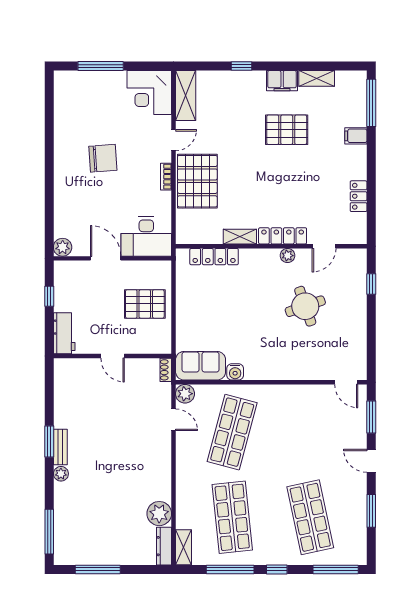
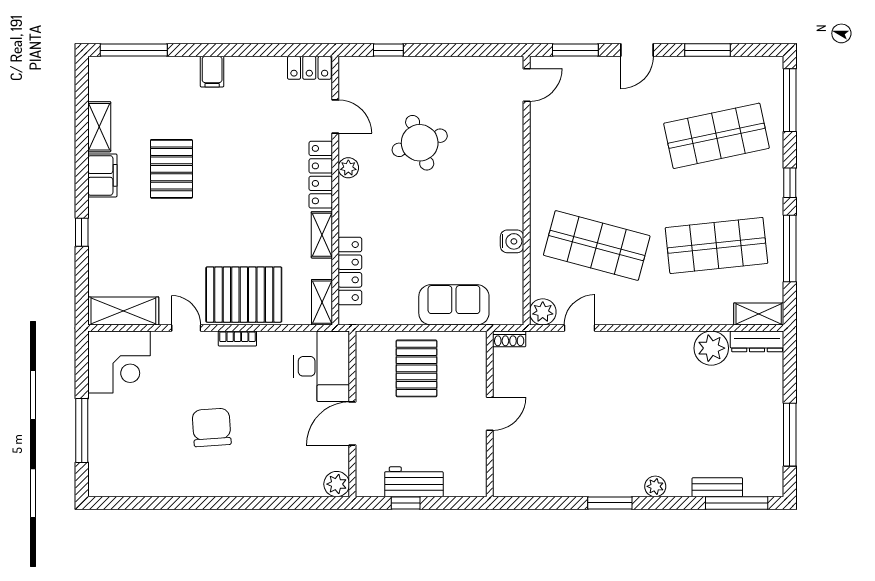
filing cabinet: (356, 136) -> (212, 72), moved
locker: (359, 196) -> (309, 68), moved
shelving: (192, 237) -> (322, 302), added
workbench: (64, 333) -> (414, 482), moved
sofa: (201, 366) -> (454, 305), moved, turned 90
bench: (60, 447) -> (717, 487), moved

